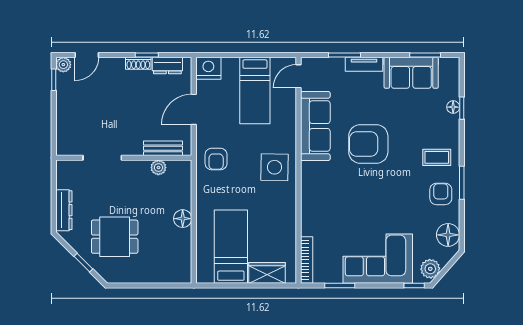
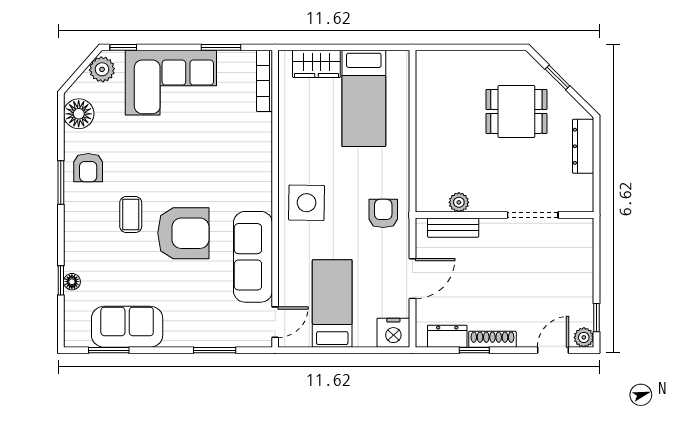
shoe rack: (138, 63) -> (492, 339), width x1.43
tv unit: (364, 64) -> (189, 338), removed
coffee table: (437, 157) -> (131, 214), moved, turned 90
floor lamp: (183, 219) -> (427, 135), removed

